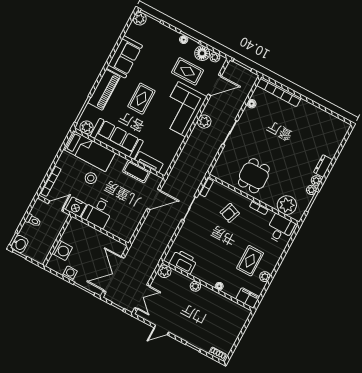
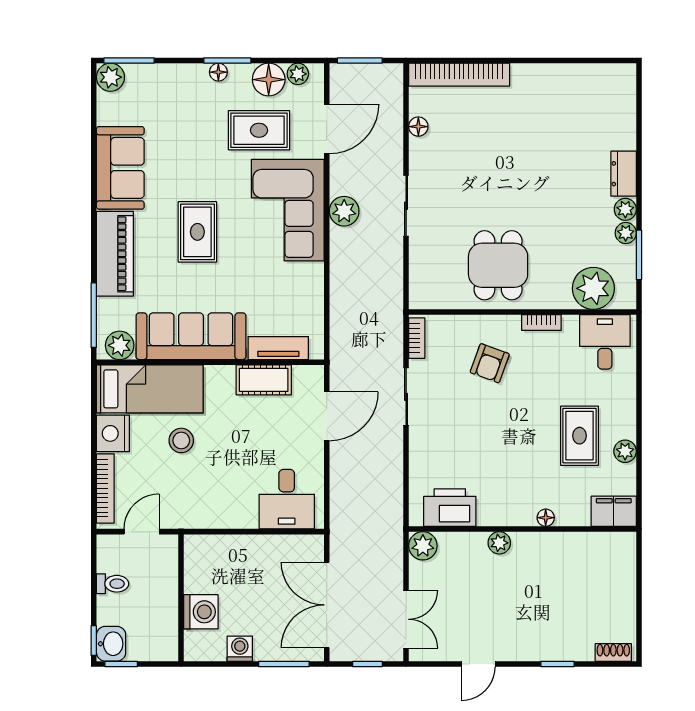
nightstand: (76, 207) -> (113, 433), moved, turned 90
desk: (98, 212) -> (287, 499), moved

